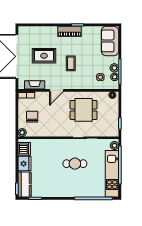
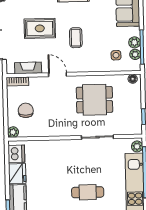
door: (56, 90) -> (57, 74), swing flipped
cafe table: (75, 164) -> (88, 192), moved

